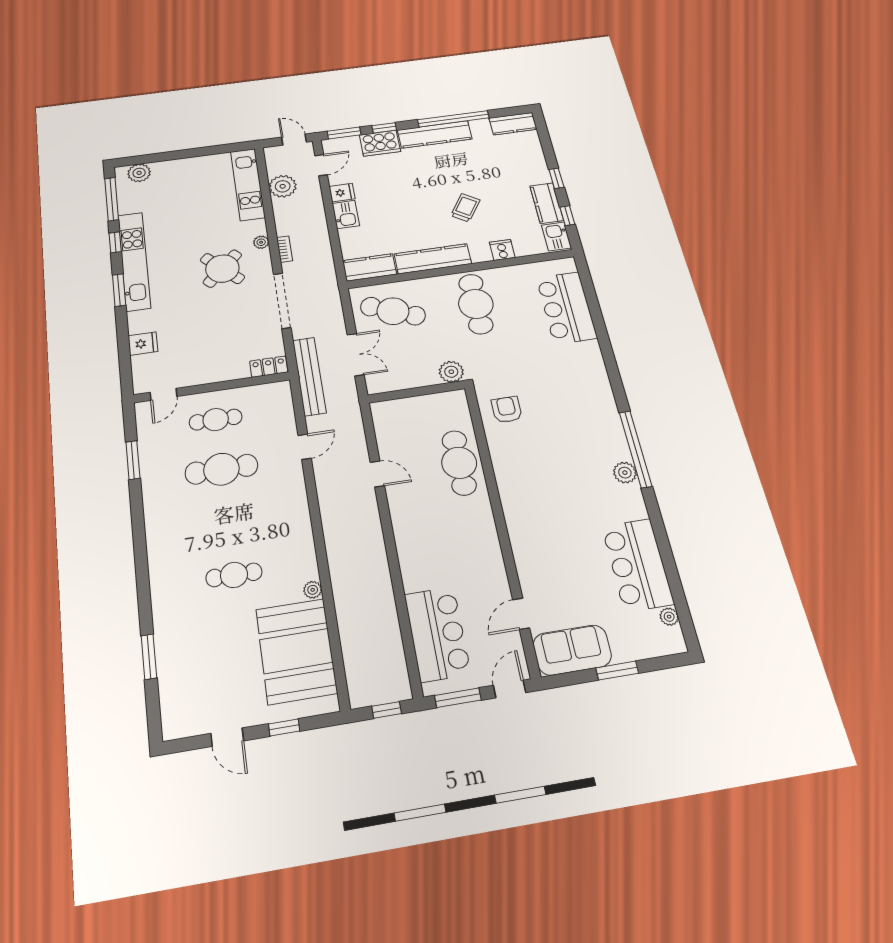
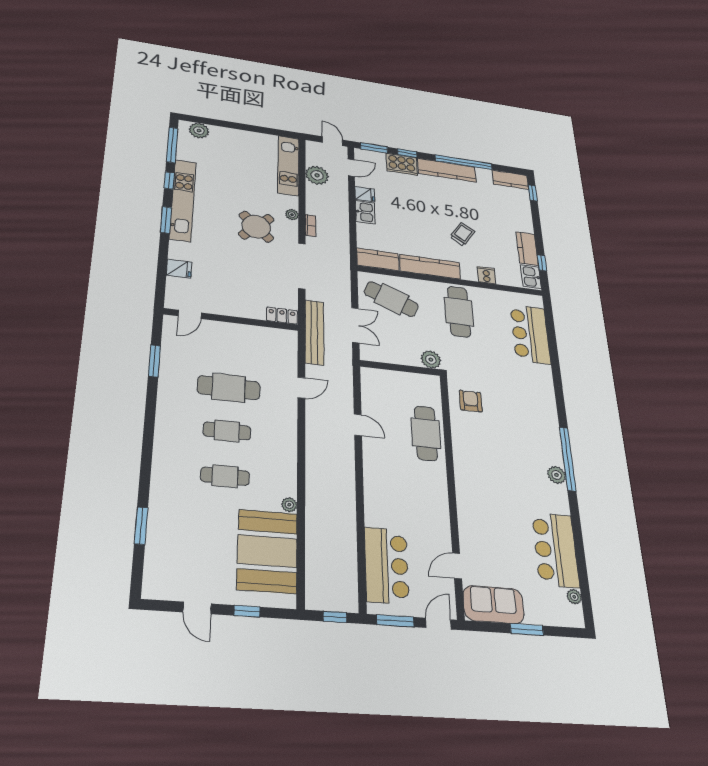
window: (556, 178) -> (533, 193), moved
cafe table: (216, 420) -> (227, 431), moved

